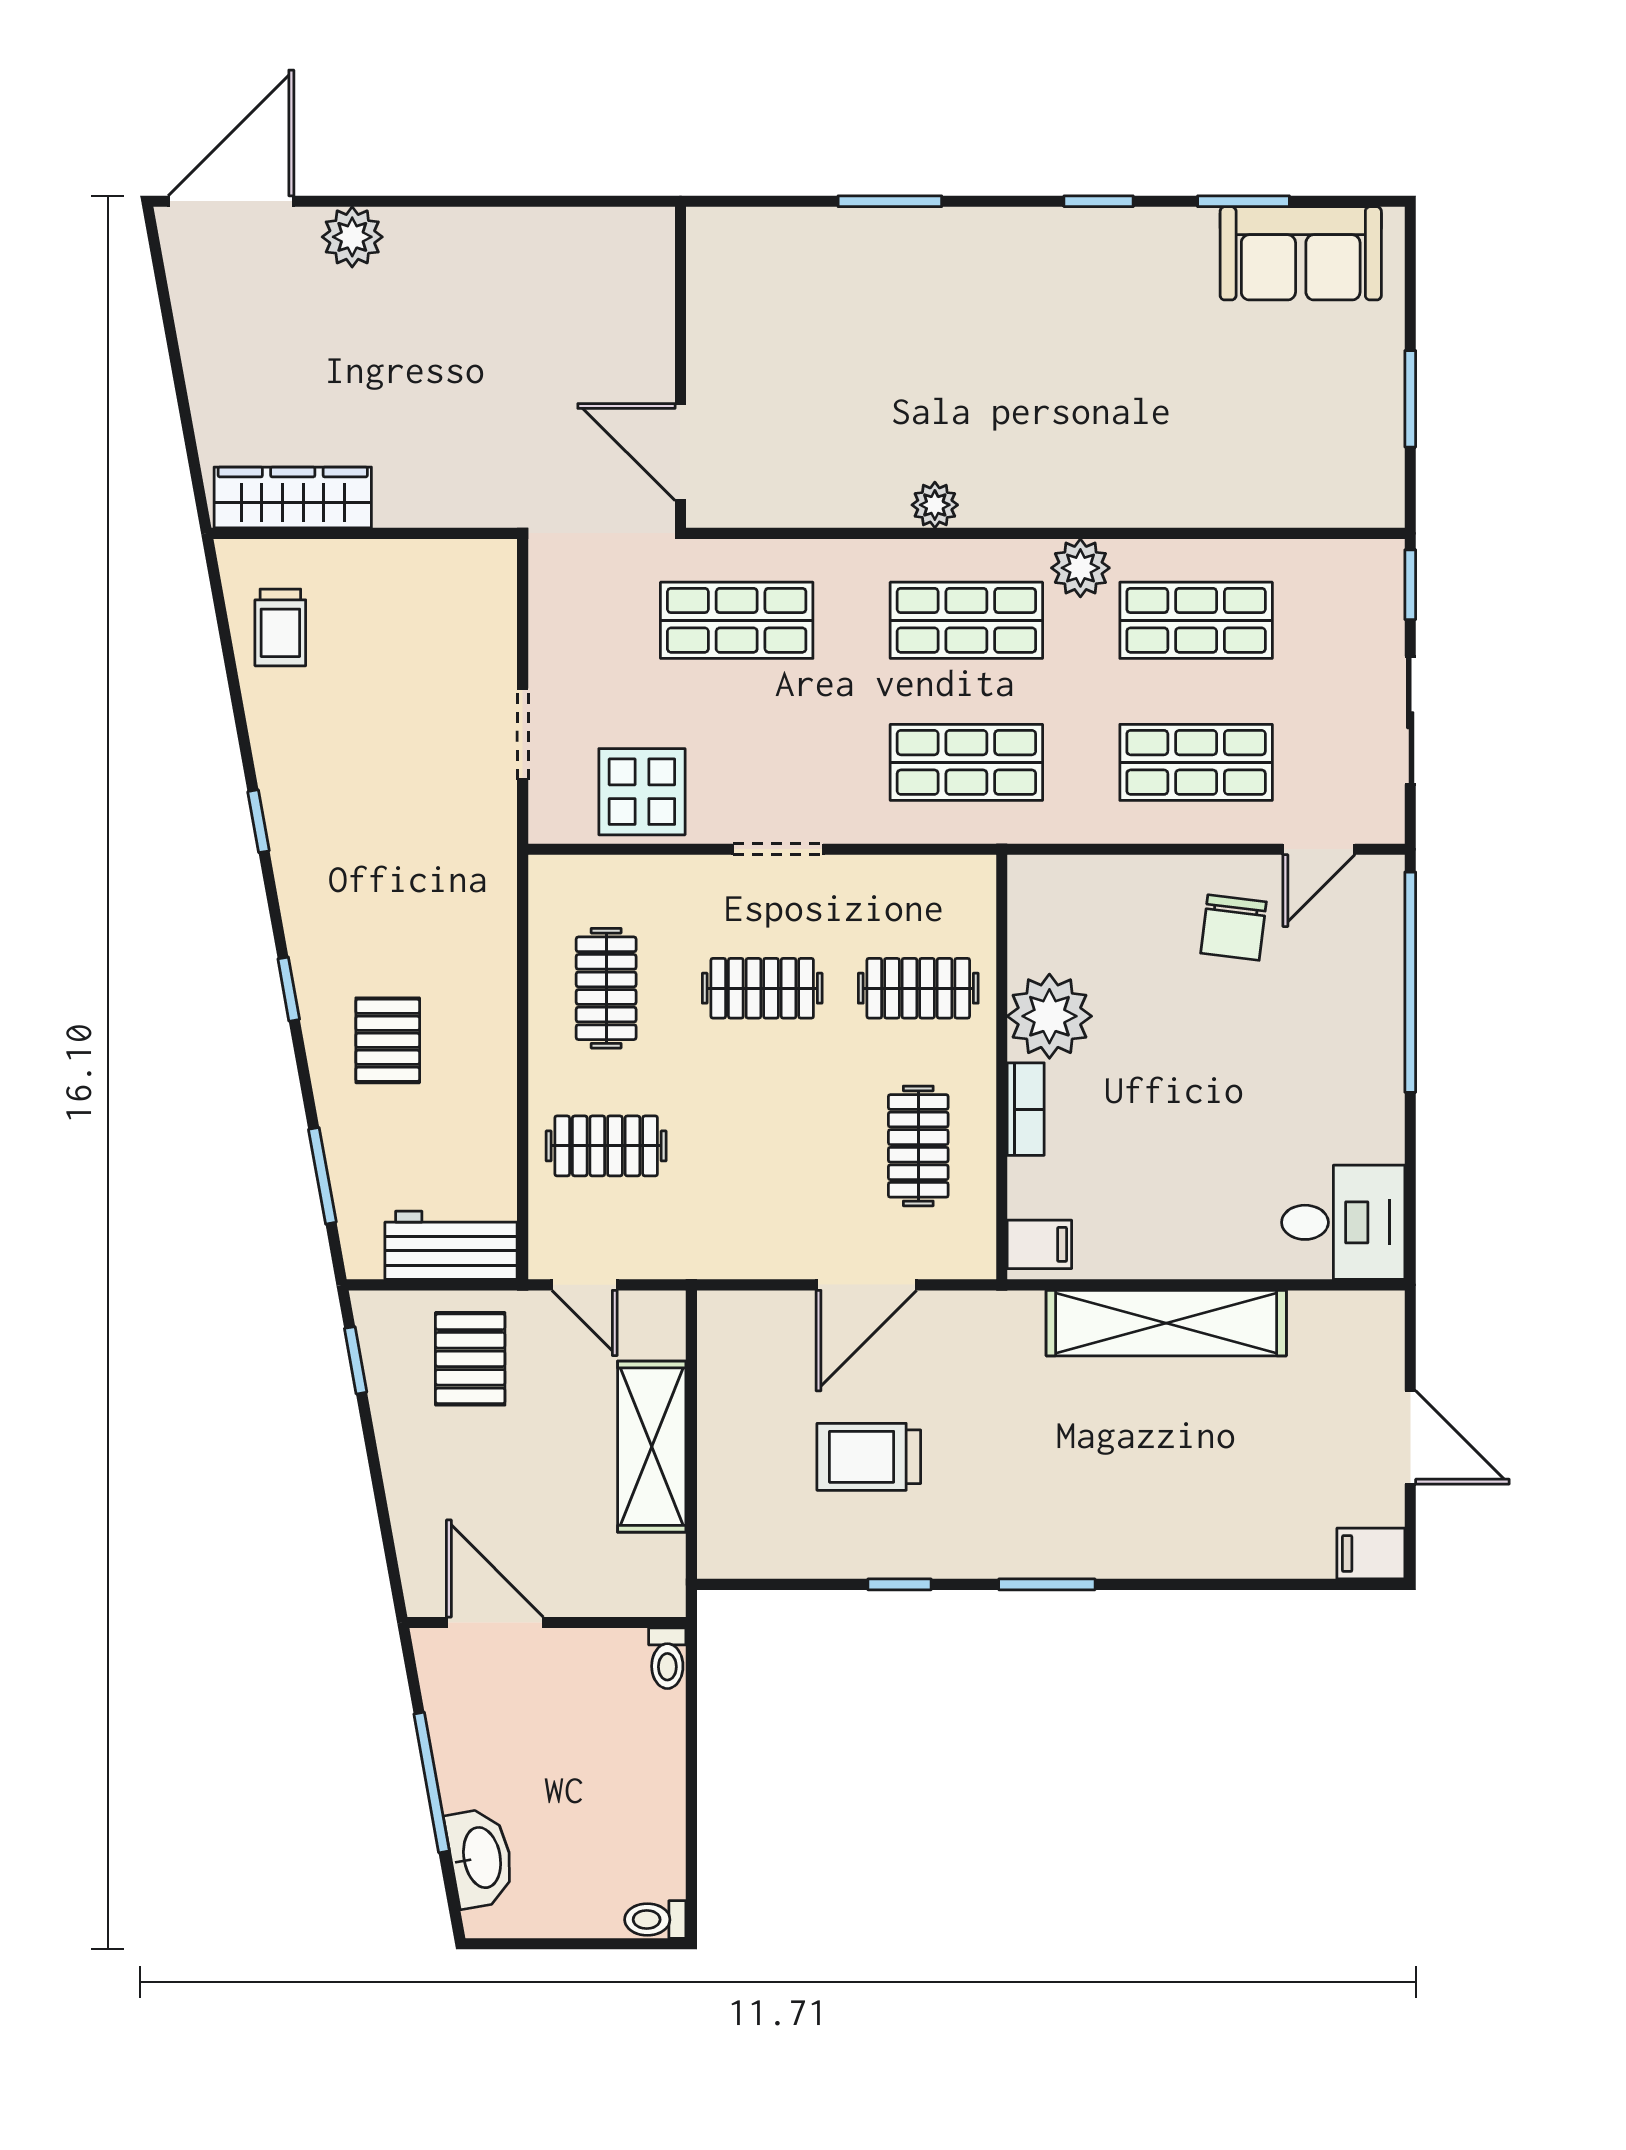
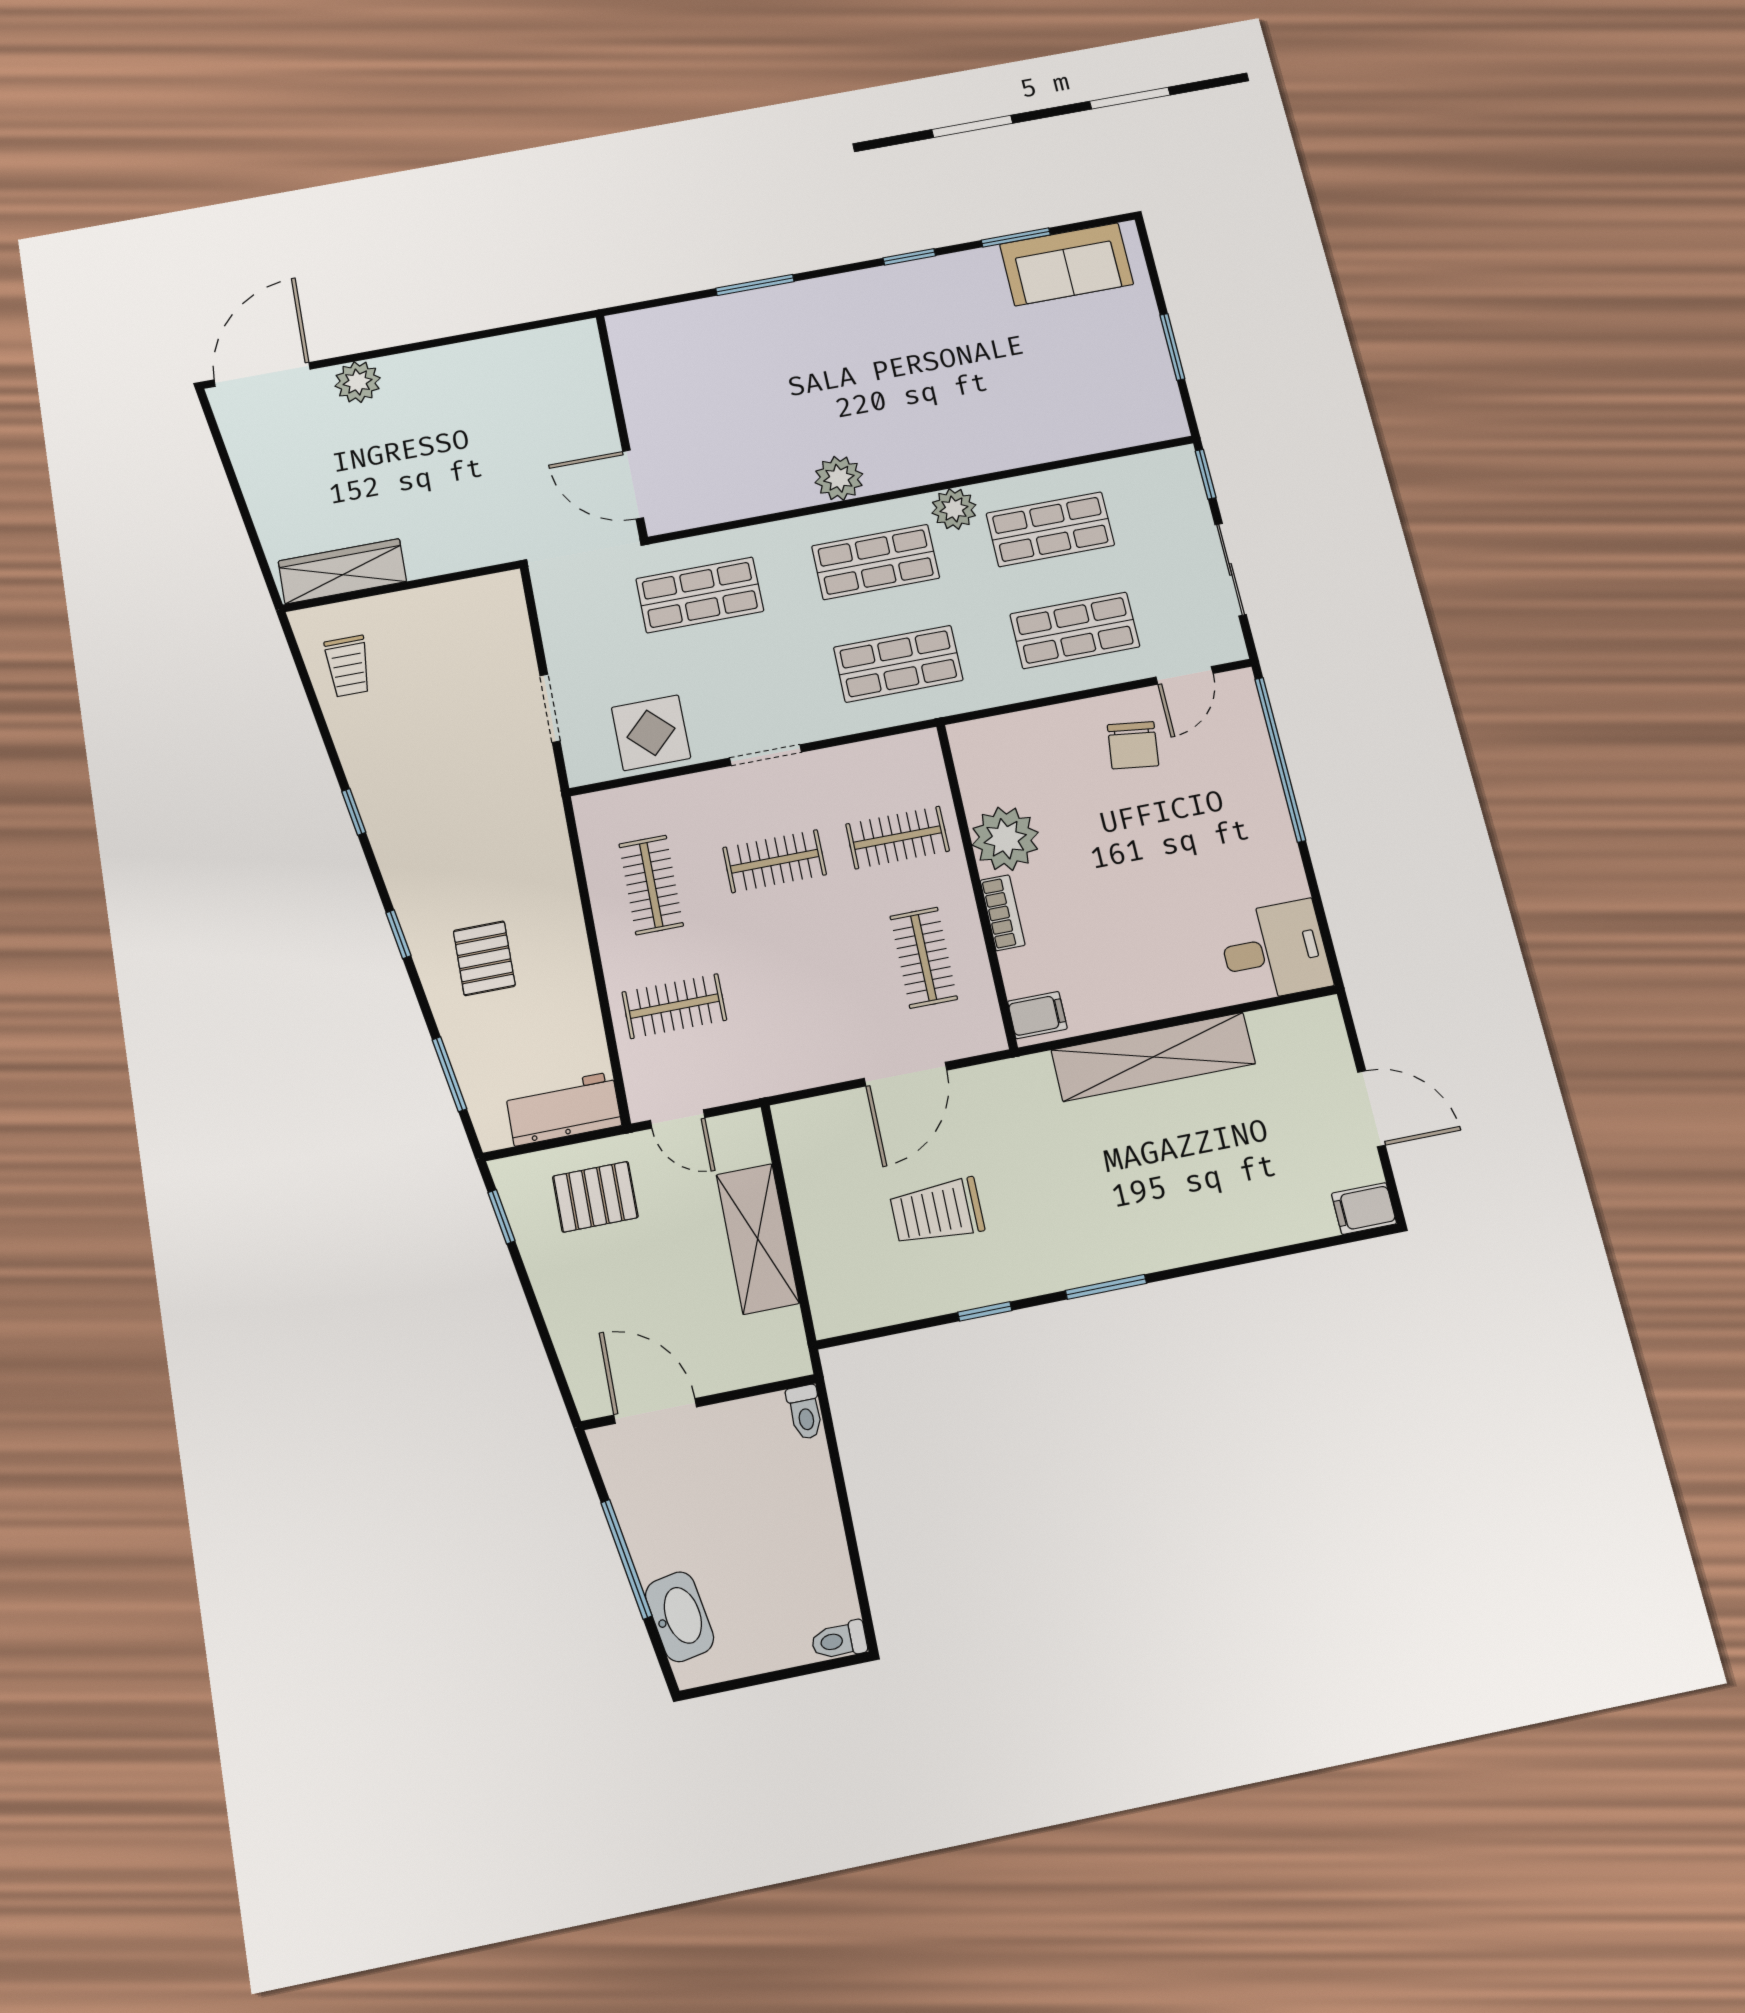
plant: (935, 505) -> (839, 478), width x1.38, depth x1.38
pallet: (470, 1359) -> (595, 1197), turned 90

